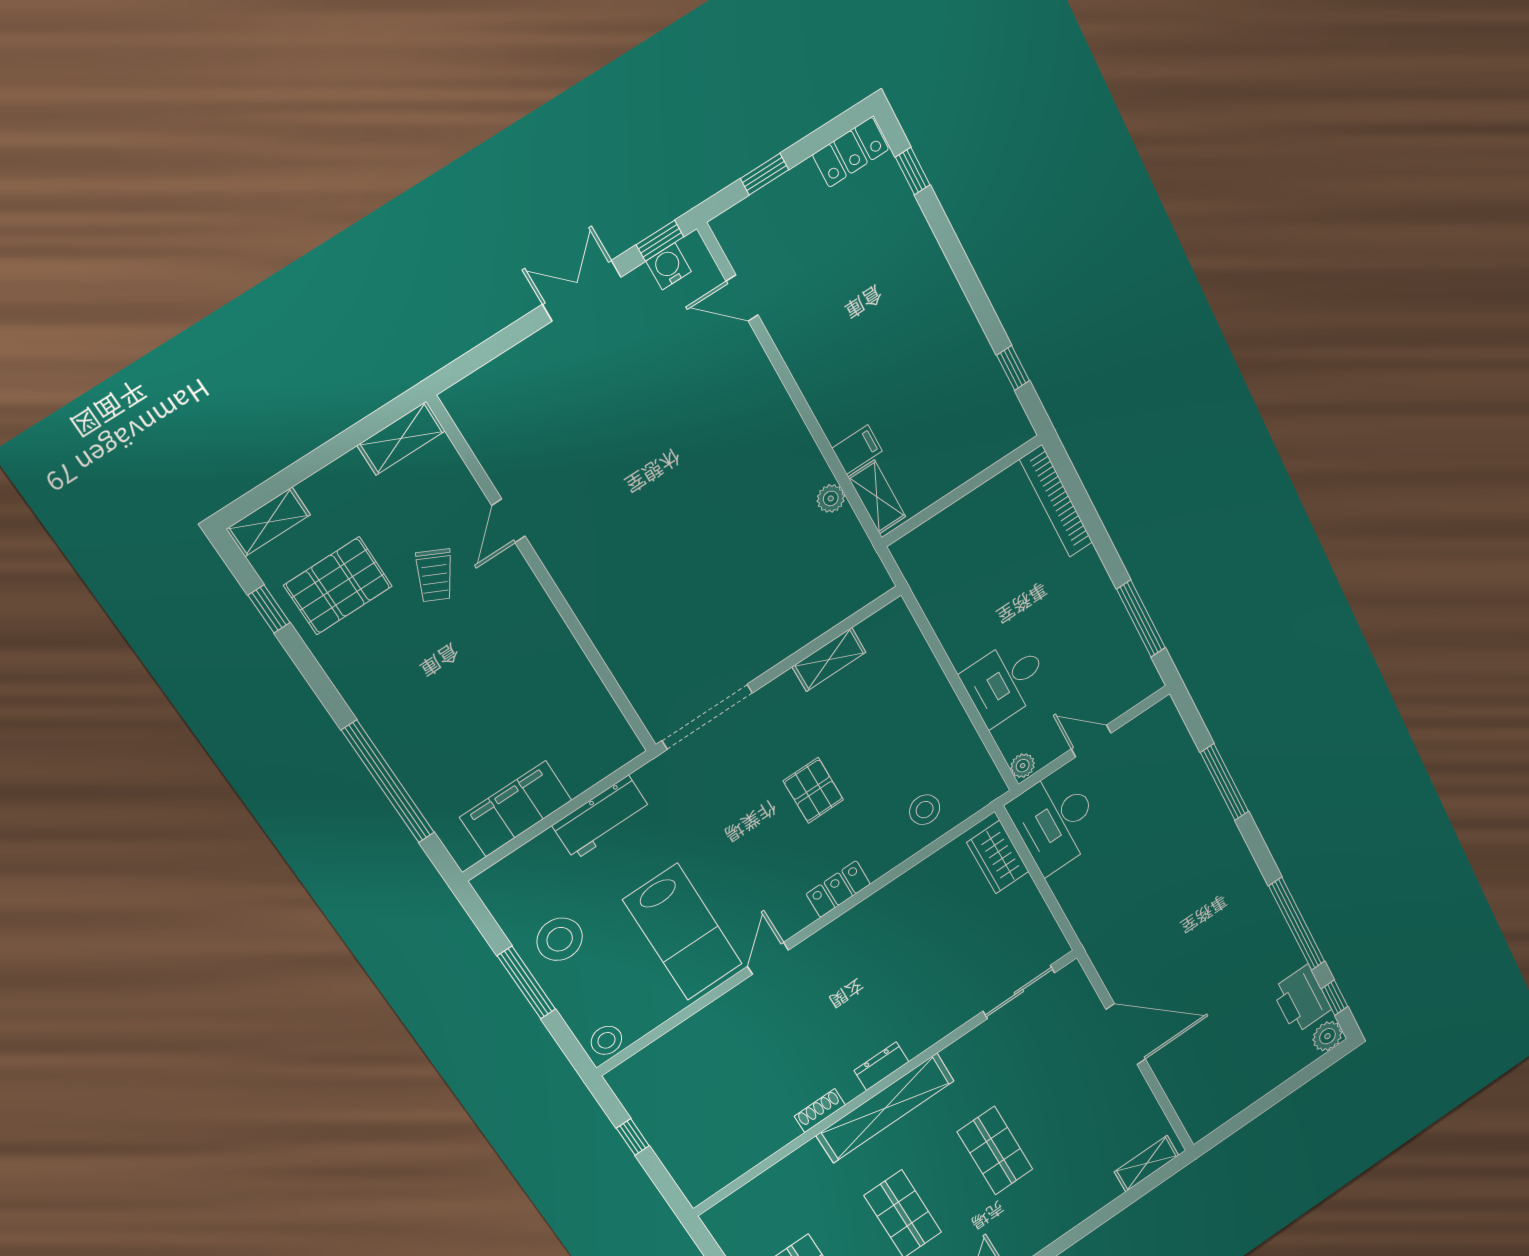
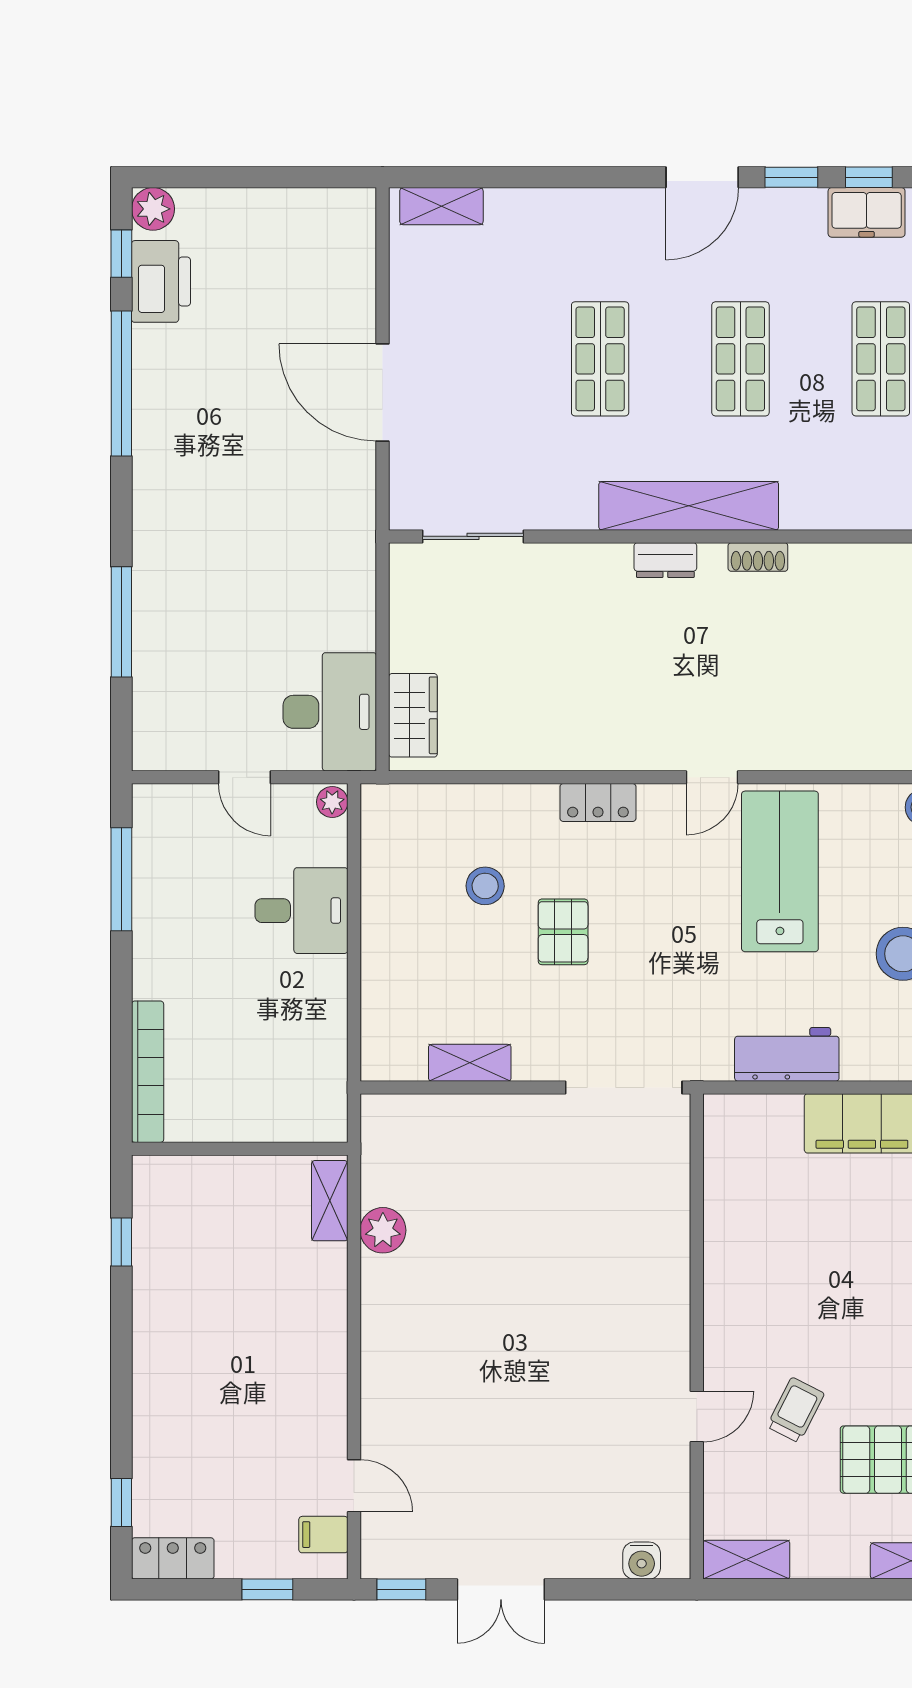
water cooler: (669, 266) -> (642, 1561), moved
filing cabinet: (857, 450) -> (323, 1535), moved
plant: (831, 498) -> (383, 1230), width x1.38, depth x1.38
stool: (925, 810) -> (485, 886), moved

